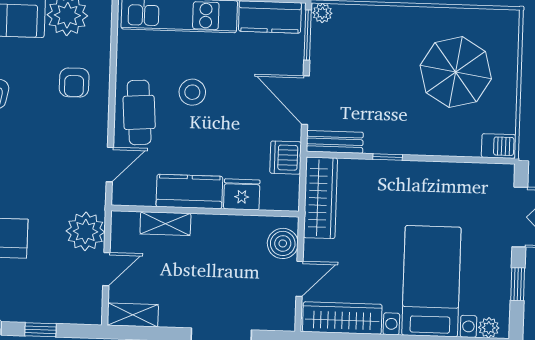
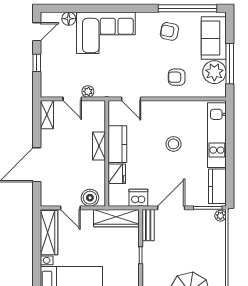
cafe table: (139, 112) -> (161, 114), removed
shelving: (165, 224) -> (99, 146), moved
plant: (85, 231) -> (88, 91), width x0.53, depth x0.53

